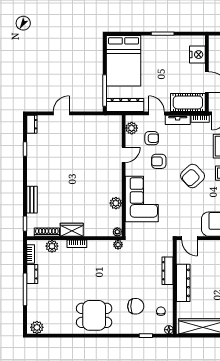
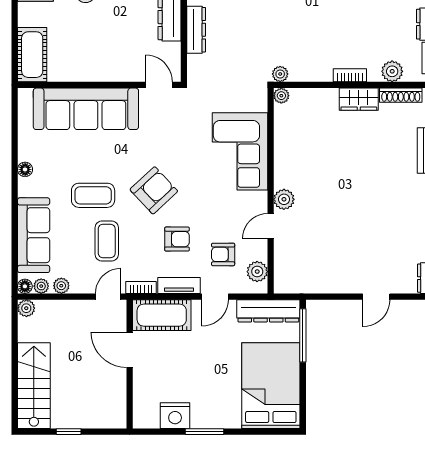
nightstand: (197, 55) -> (175, 416), moved, turned -90
door: (156, 113) -> (215, 297), hinge flipped
armchair: (159, 161) -> (177, 239), moved
plant: (116, 203) -> (284, 199), moved

